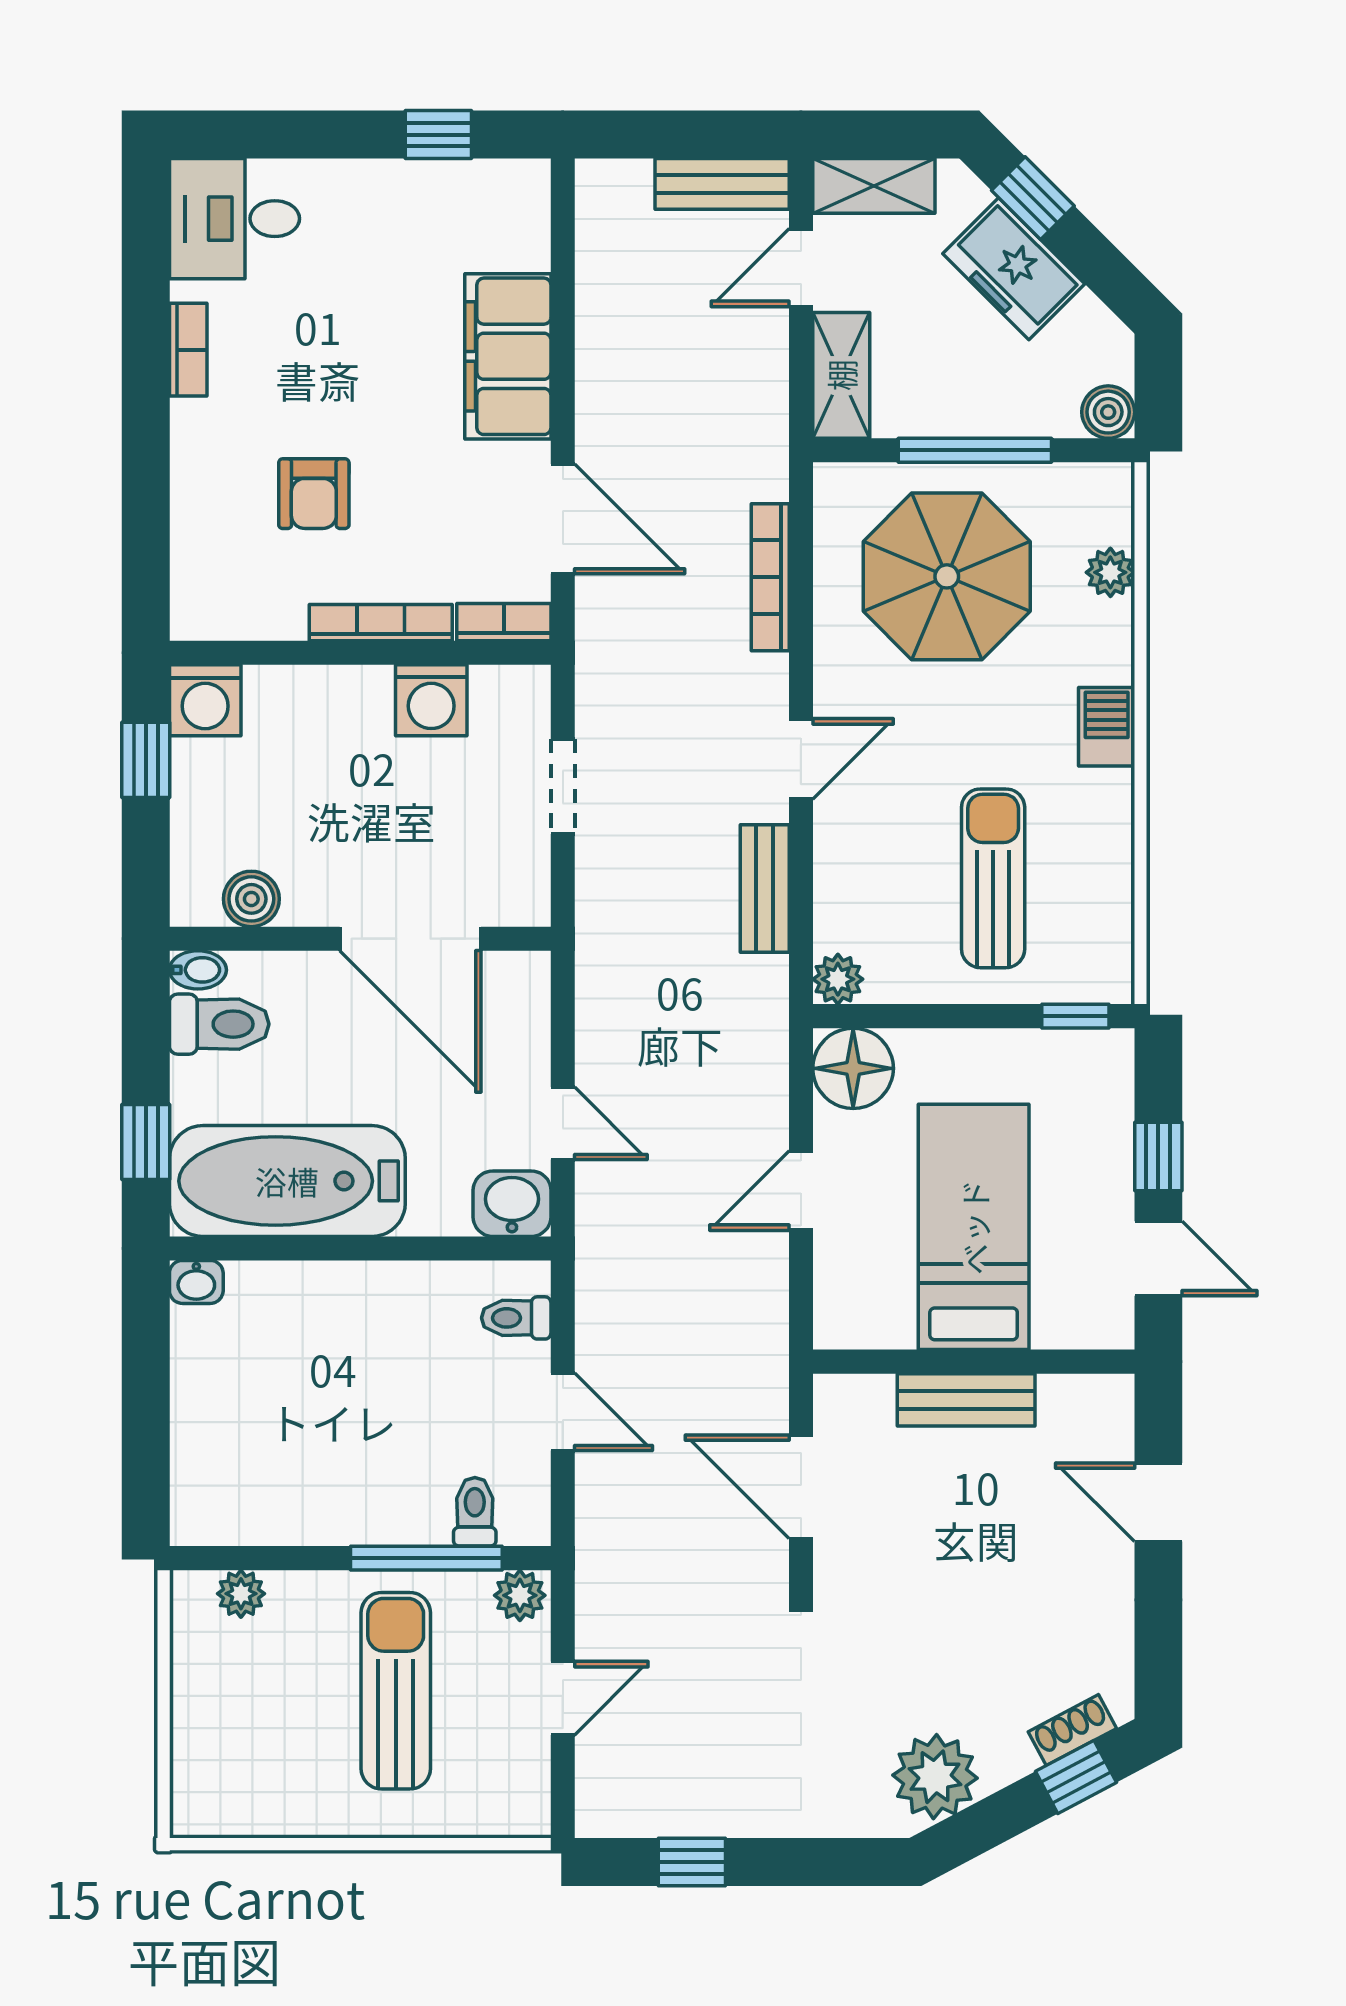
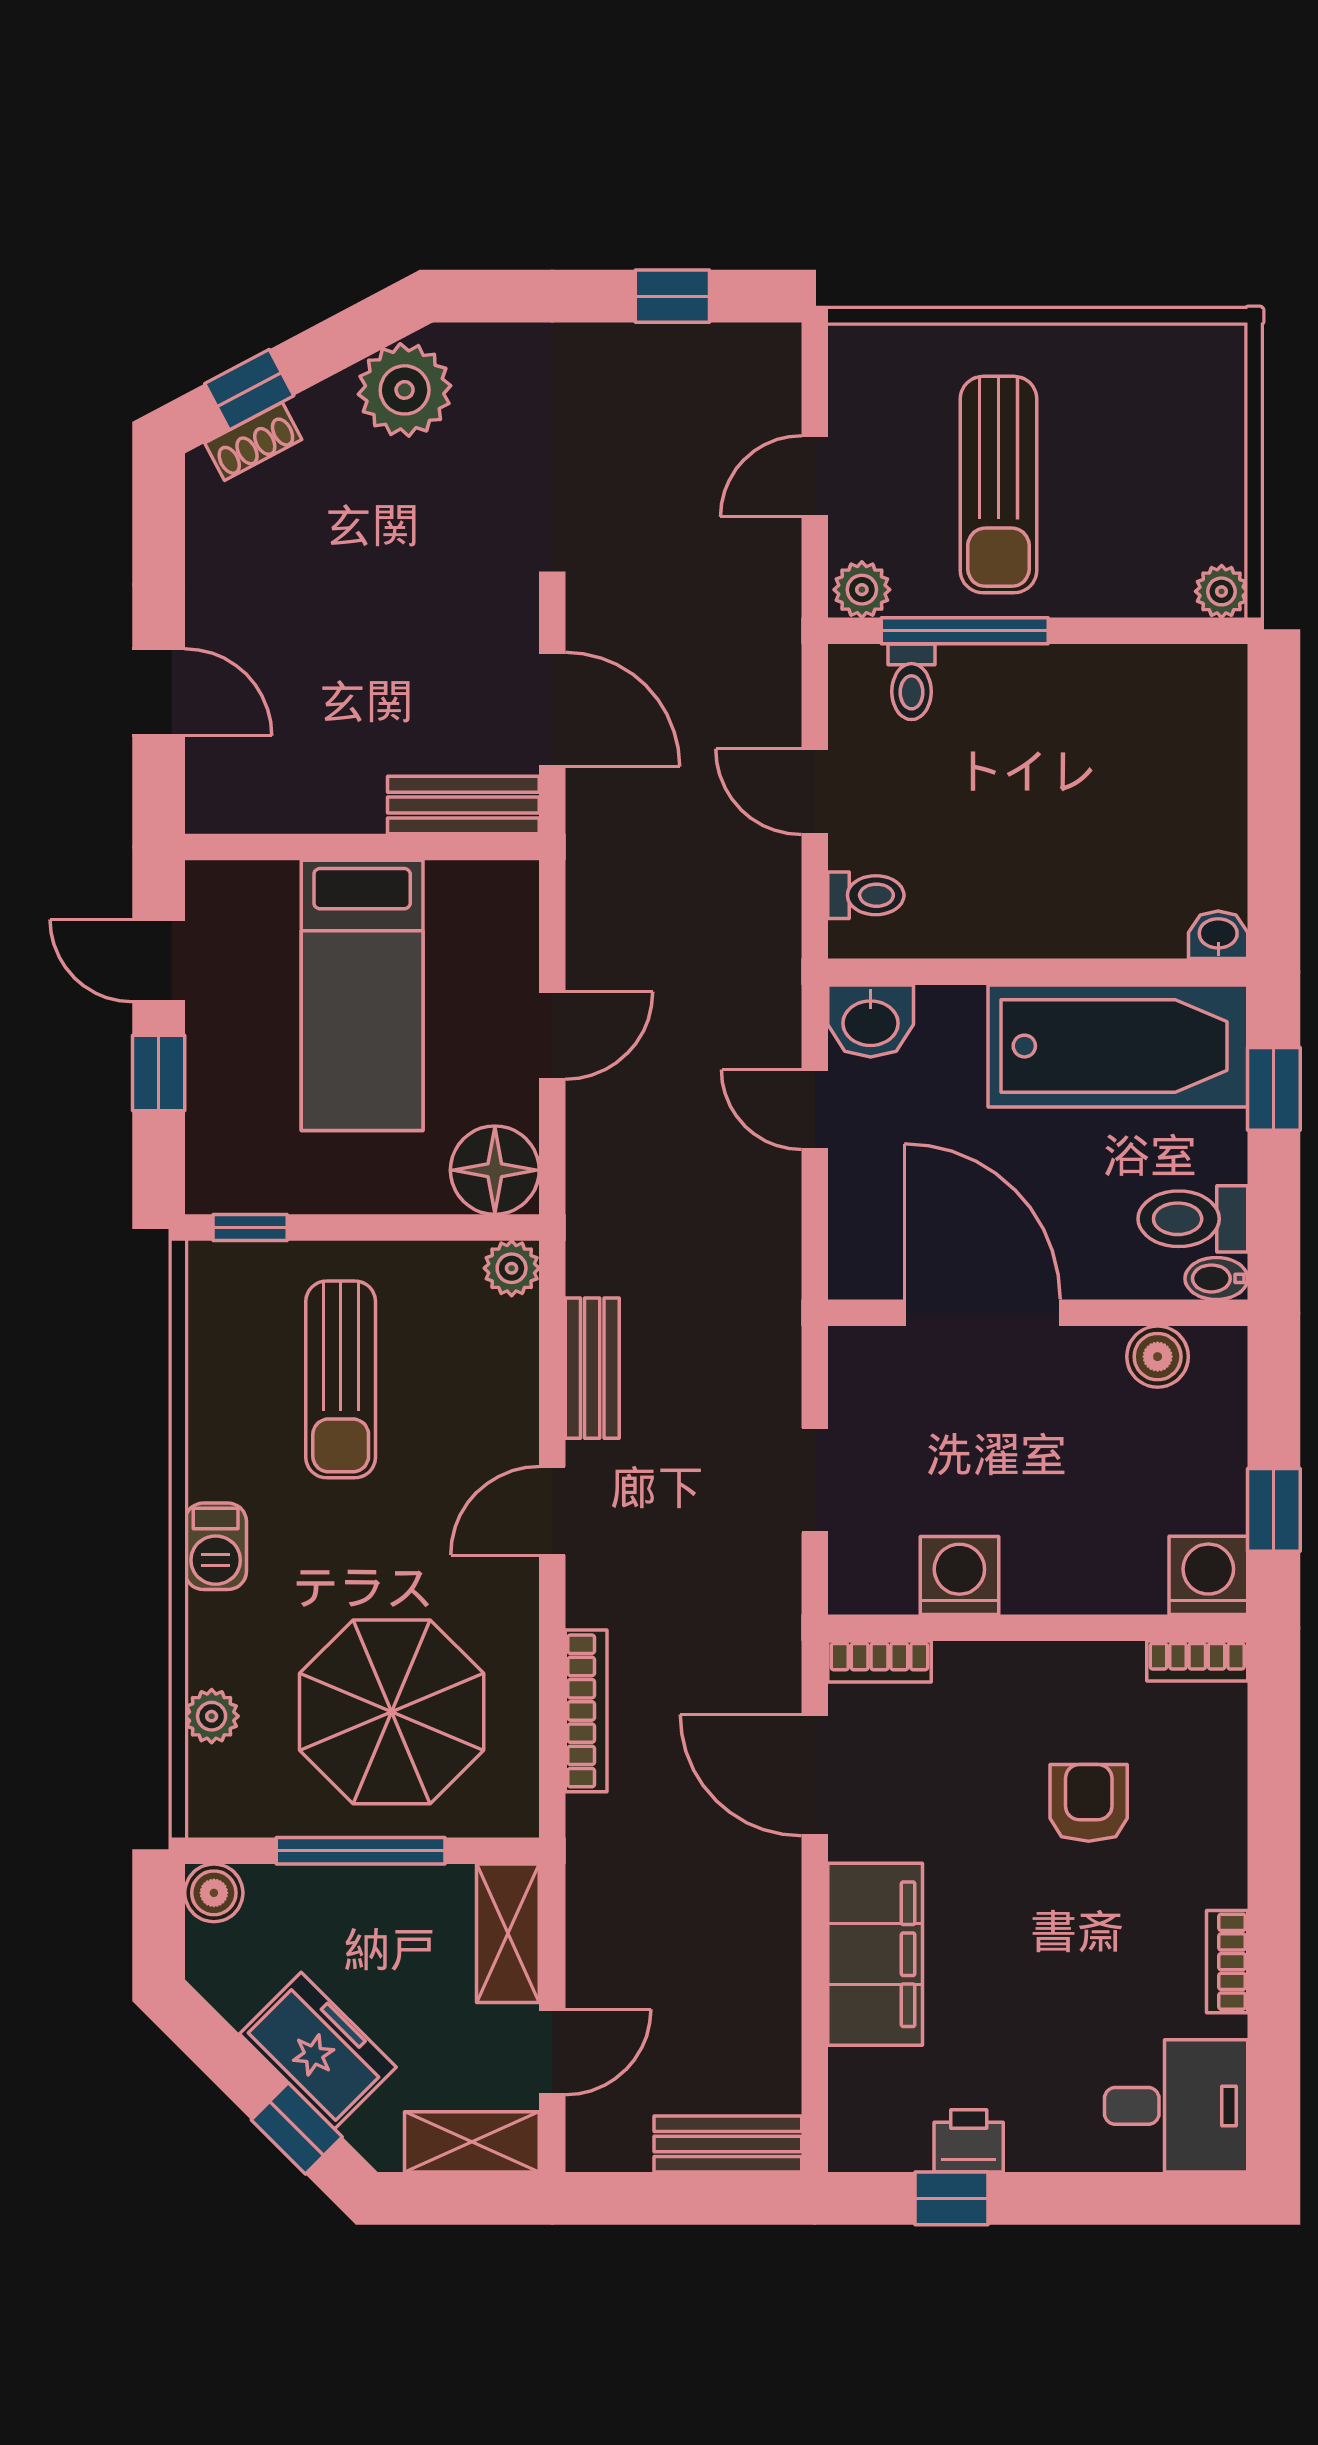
bench: (722, 184) -> (728, 2144), moved
printer: (423, 187) -> (969, 2141), added
bookcase: (381, 623) -> (1197, 1661), moved, width x0.64
bench: (966, 1400) -> (463, 805), moved
plant: (241, 1594) -> (1222, 591), moved

